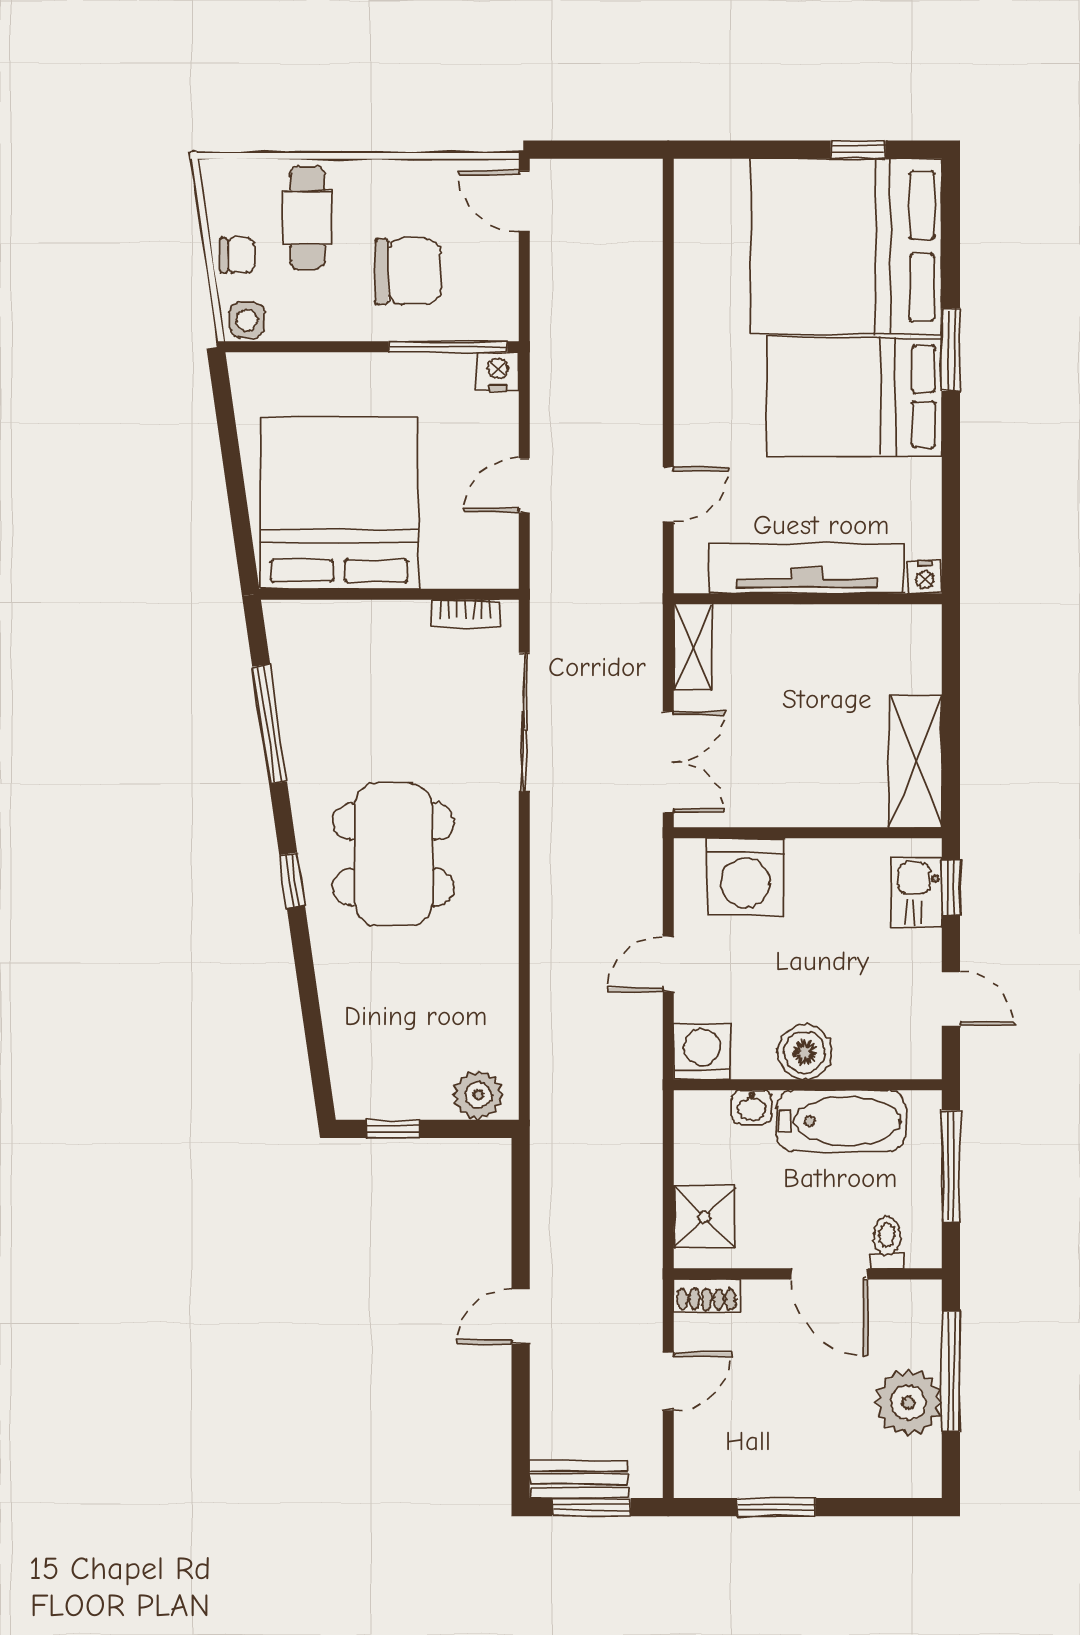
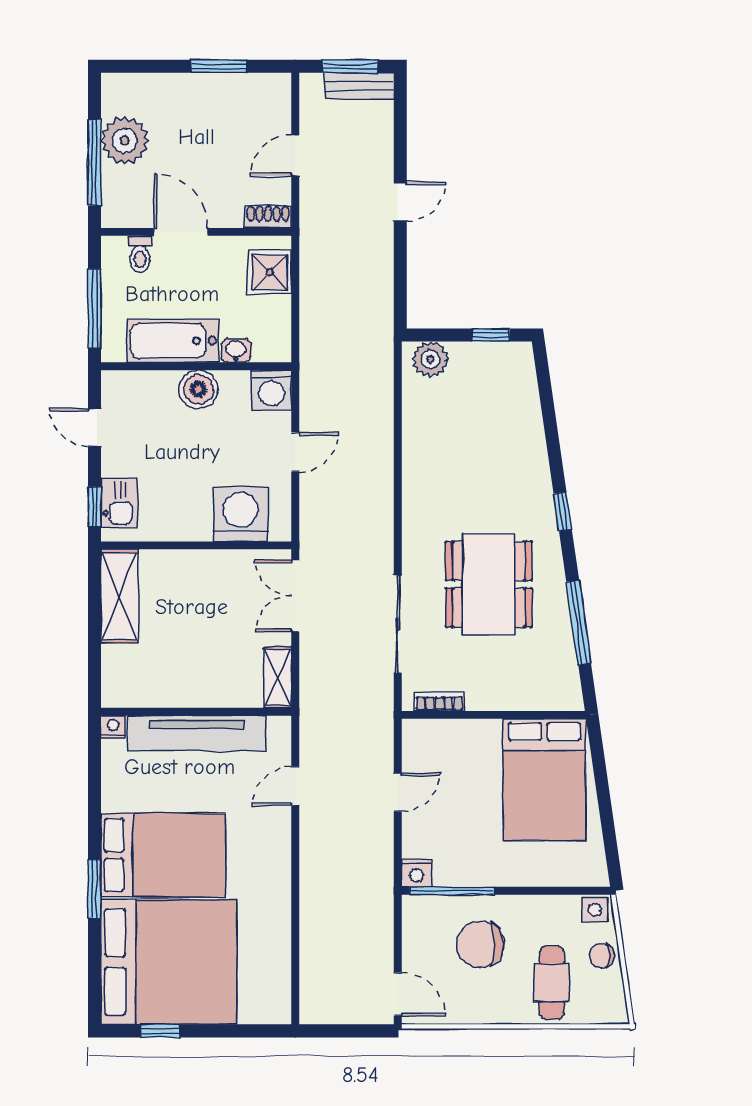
bed: (339, 503) -> (544, 780), width x0.73
dining table: (393, 854) -> (489, 584), moved

